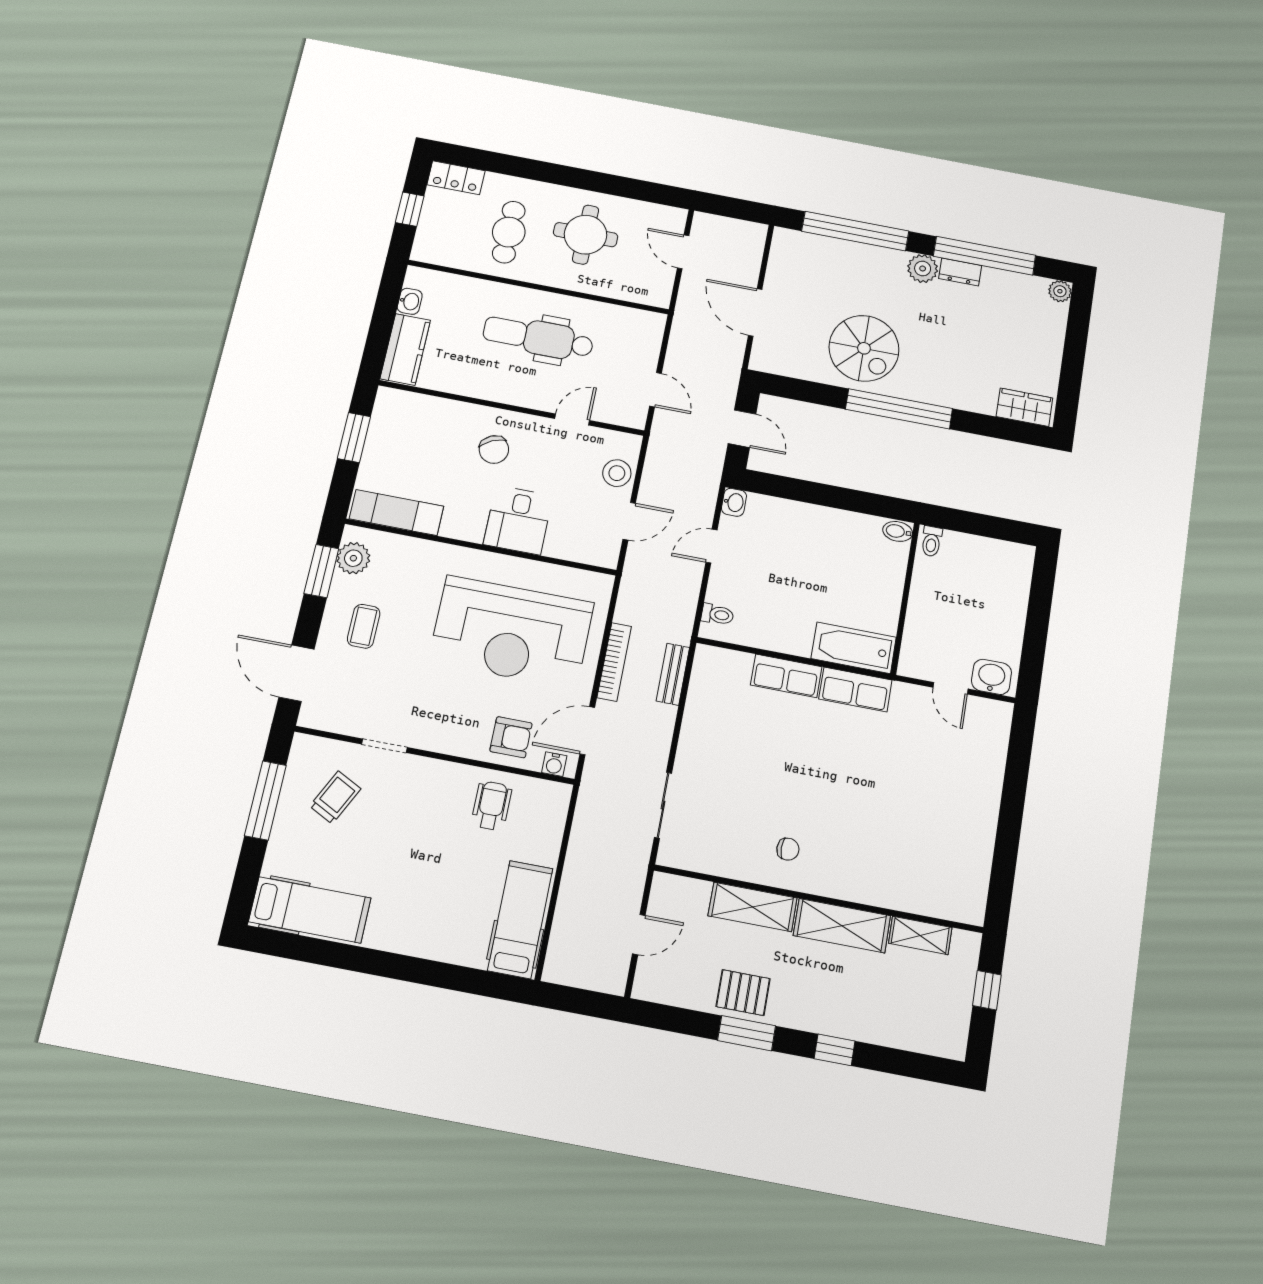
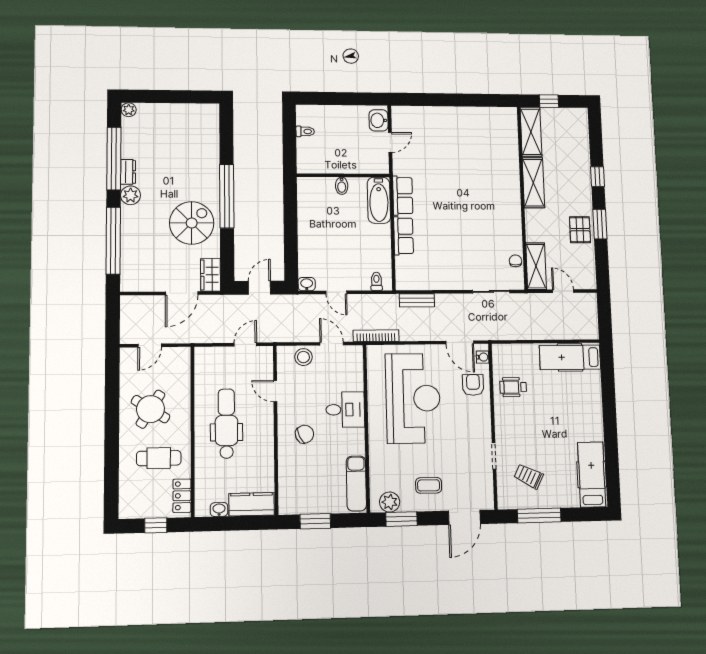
locker: (456, 178) -> (182, 496), moved, turned 180
round table: (586, 235) -> (151, 409), turned 32
dental chair: (538, 338) -> (226, 424), turned 180
wardrobe: (1025, 407) -> (210, 275), moved
bidet: (898, 531) -> (342, 186), moved
toilet: (932, 541) -> (305, 131), moved
bookcase: (614, 662) -> (376, 336), moved
chair: (788, 849) -> (516, 261), moved
shelving: (753, 907) -> (536, 266), moved
shelving: (920, 935) -> (531, 132), width x1.50, depth x1.33

